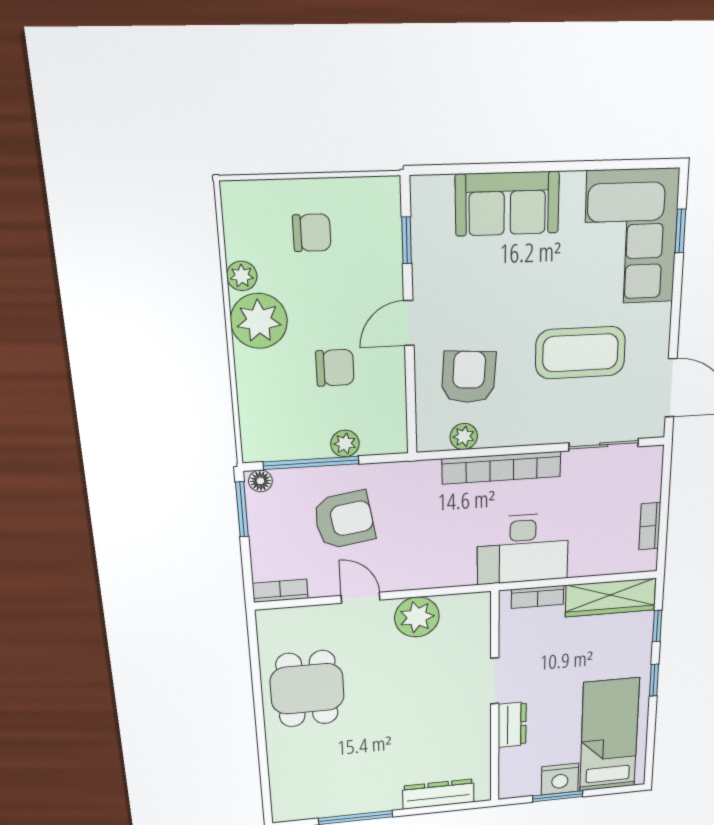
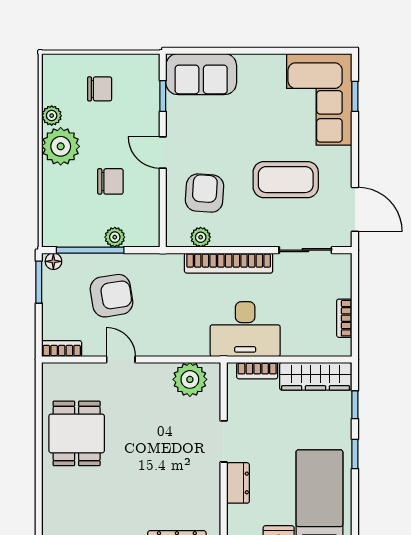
sofa: (507, 204) -> (201, 74), moved
door: (409, 323) -> (163, 152), hinge flipped
plant: (417, 617) -> (190, 379), moved

